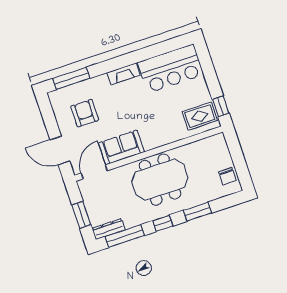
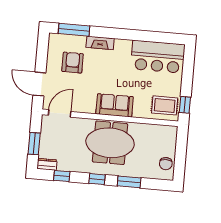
fireplace: (124, 74) -> (100, 43), moved
sofa: (121, 147) -> (115, 105), moved
dresser: (109, 229) -> (47, 164), width x0.70
window: (125, 236) -> (62, 176), width x0.46

